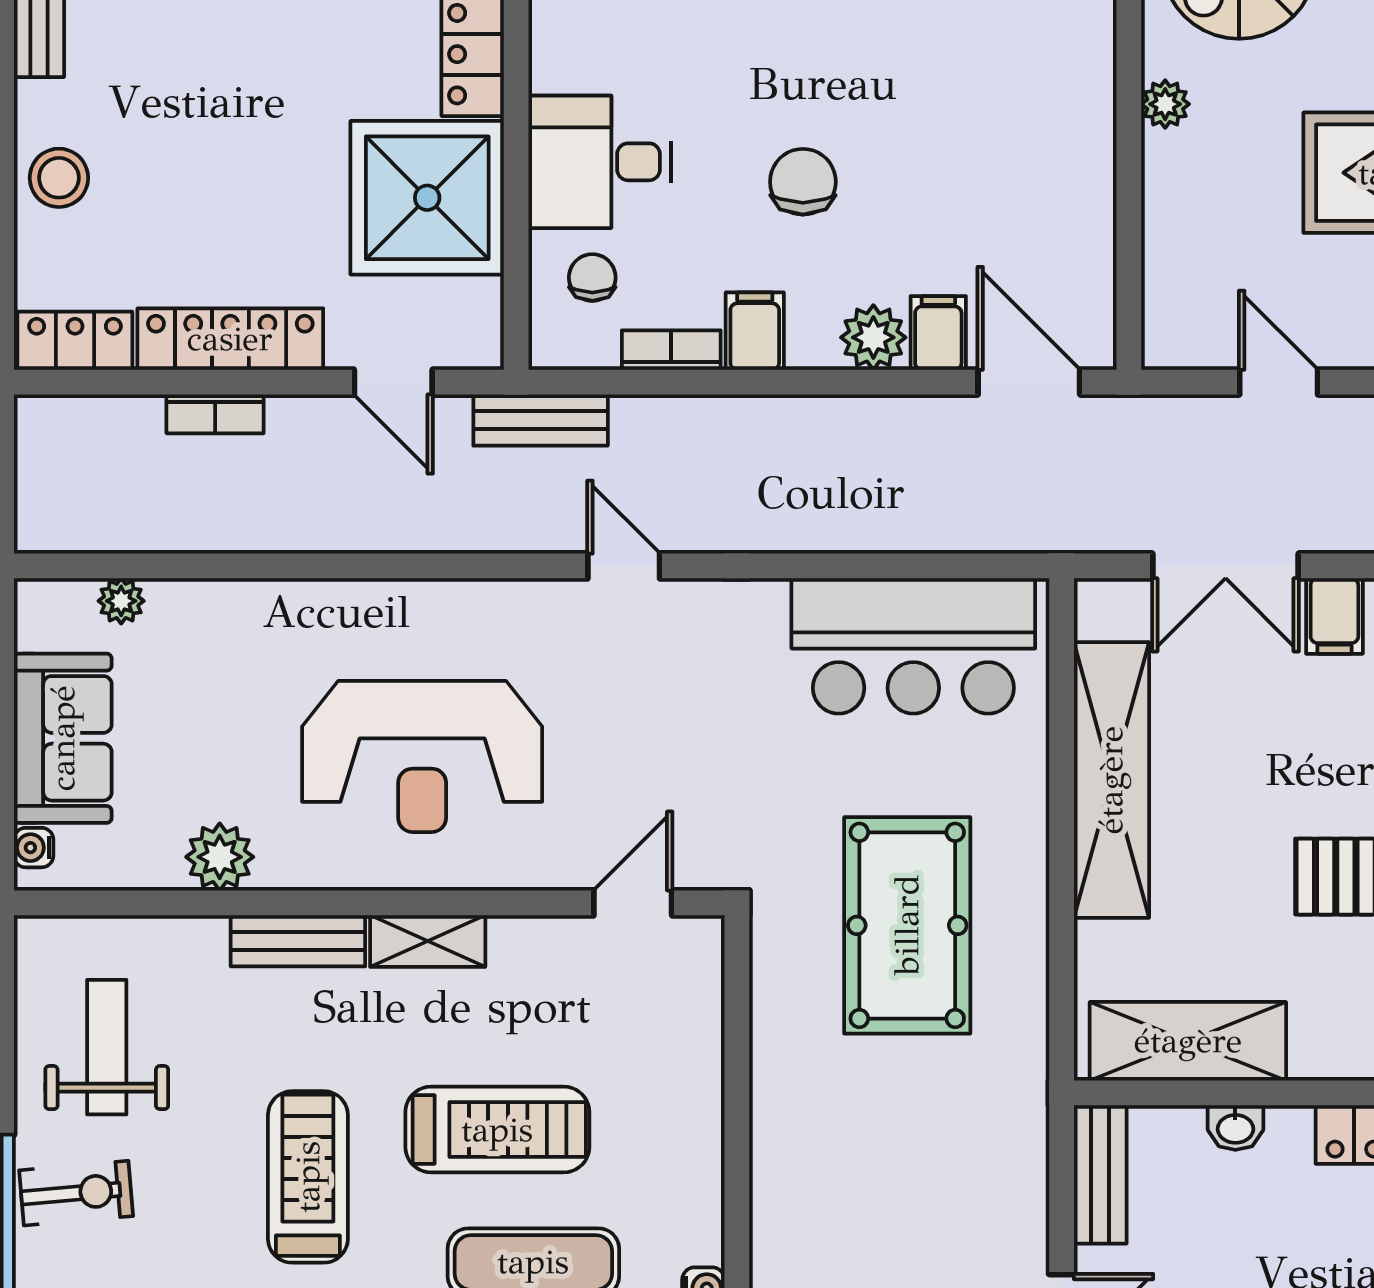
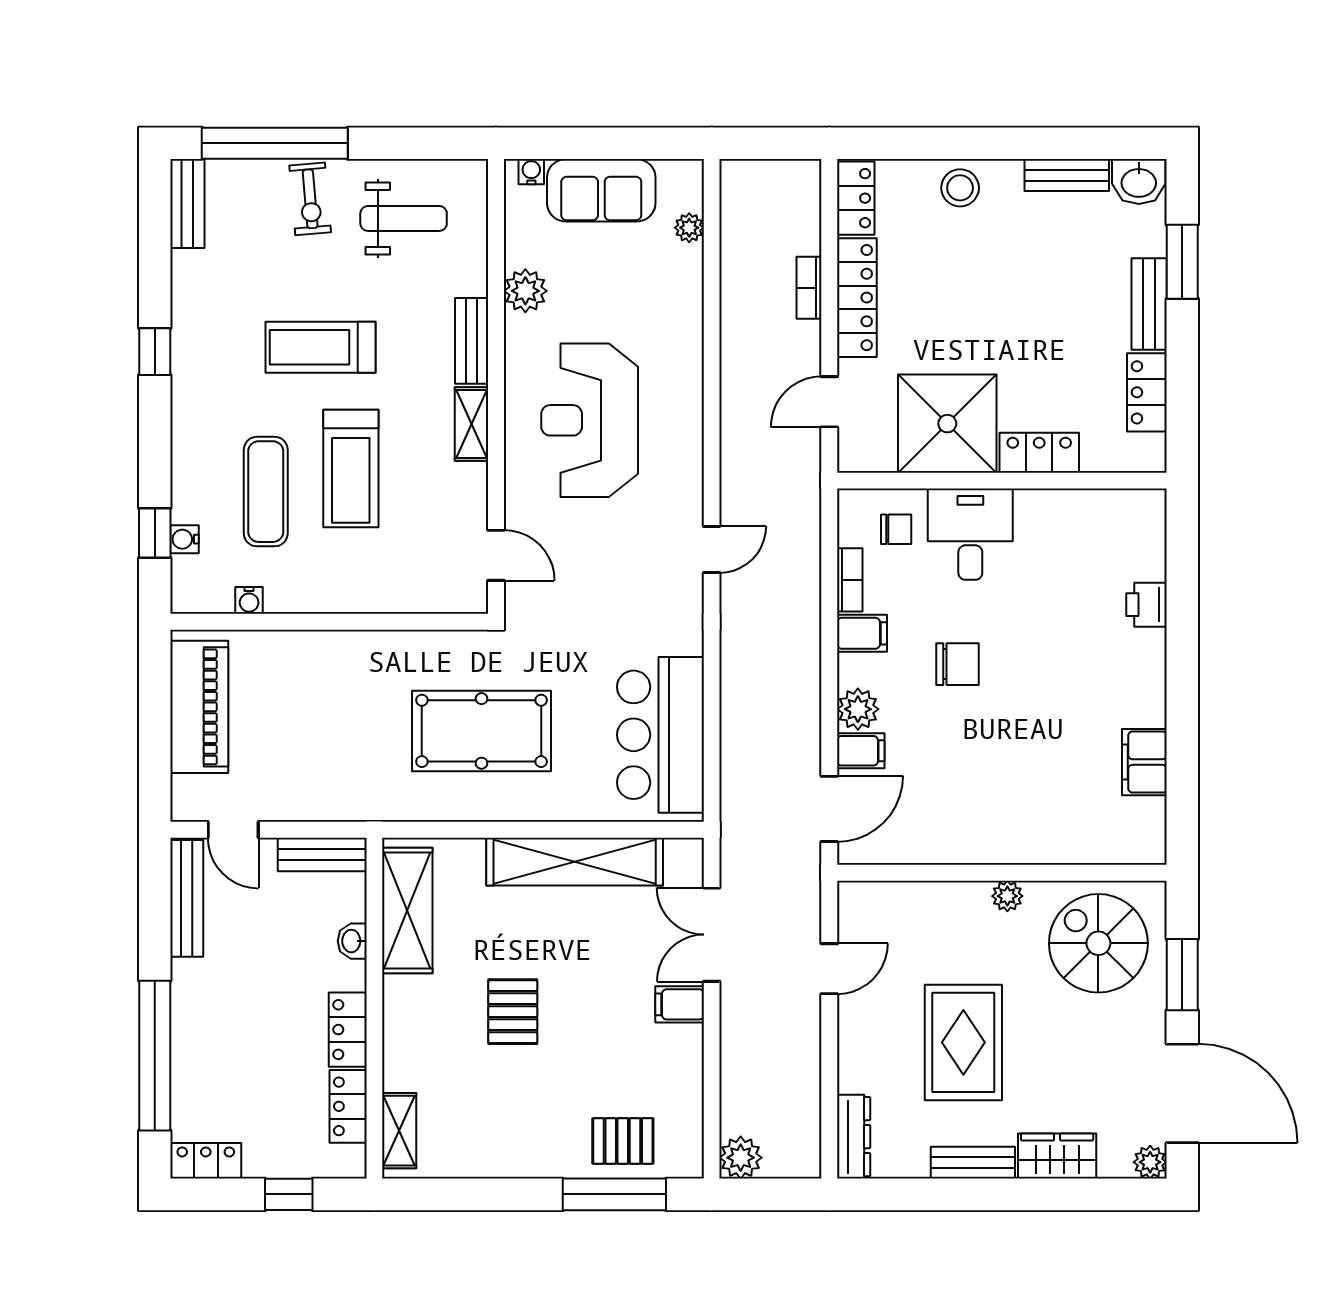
bench: (541, 420) -> (805, 496), removed
treadmill: (308, 1177) -> (320, 347), turned 180

